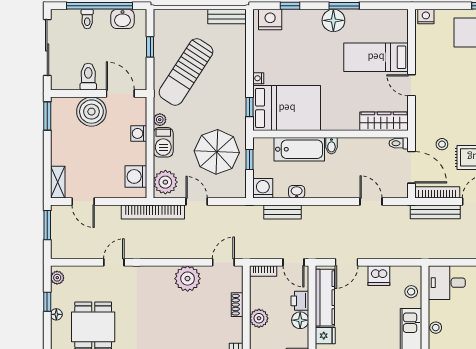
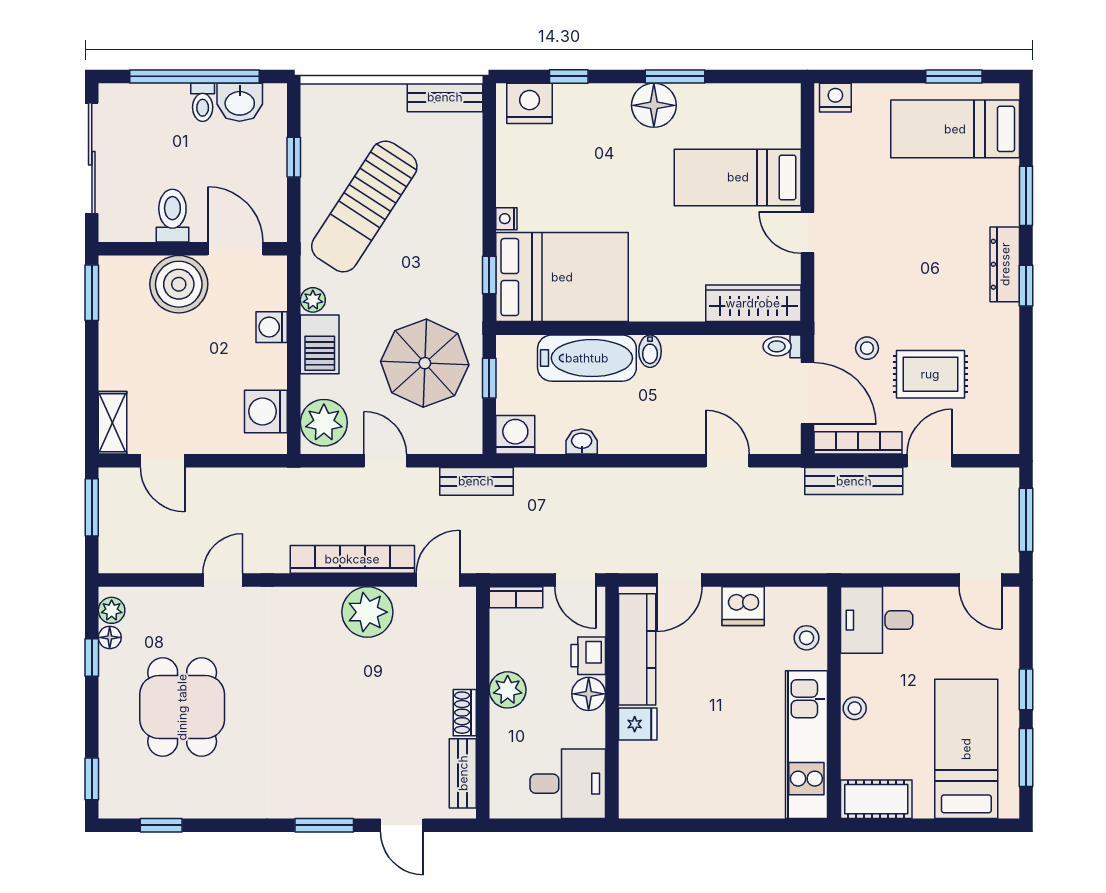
toilet: (87, 19) -> (203, 102), moved
bookcase: (153, 212) -> (352, 559), moved, turned 180
bench: (283, 212) -> (476, 481), moved
shoe rack: (237, 305) -> (465, 713), moved
floor lamp: (56, 314) -> (110, 637), moved

